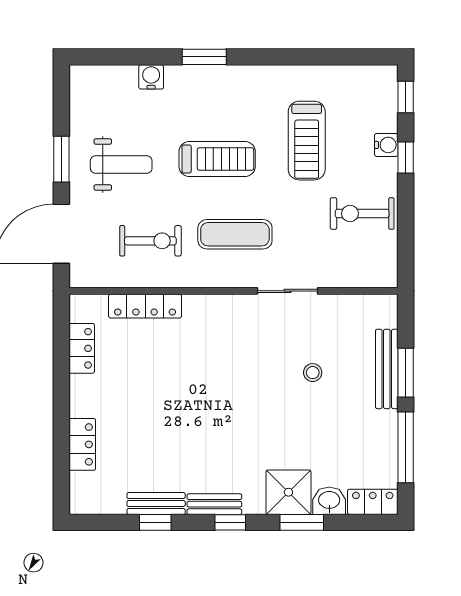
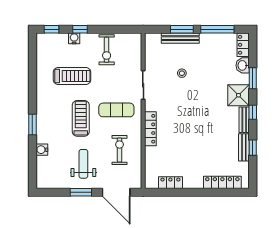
exercise mat: (235, 234) -> (116, 110), turned 90
locker: (145, 306) -> (150, 129), moved
locker: (82, 444) -> (222, 182), width x1.53
shower: (288, 492) -> (239, 95), moved

